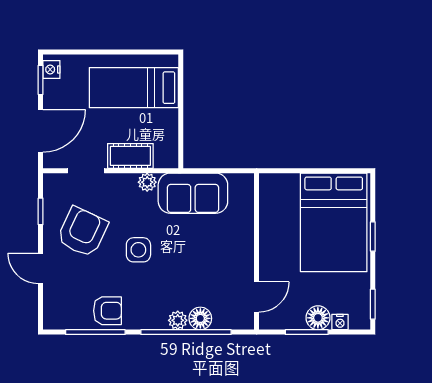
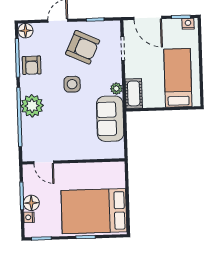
cot: (130, 156) -> (134, 93), moved
floor lamp: (200, 318) -> (25, 31), moved
plant: (178, 320) -> (32, 106), width x1.88, depth x1.88

